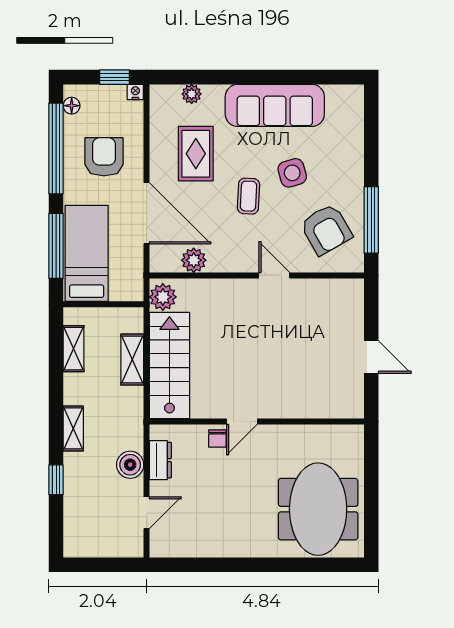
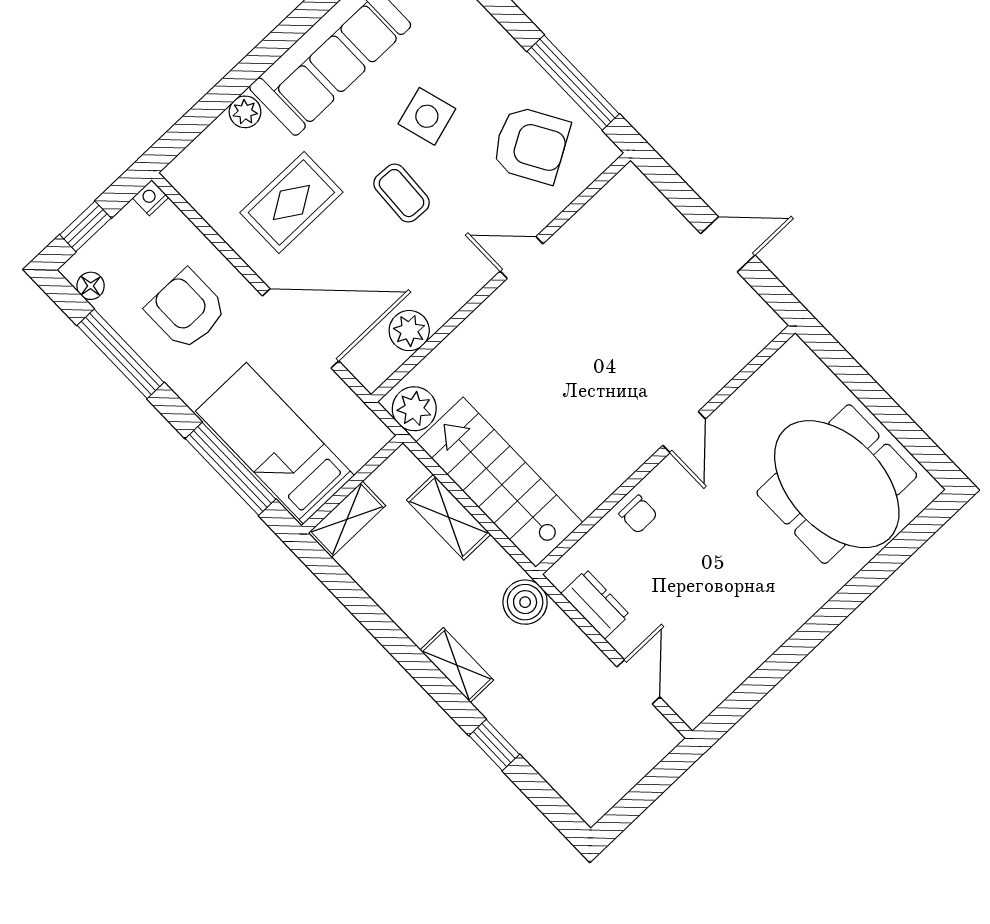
window: (114, 77) -> (85, 226), moved
plant: (192, 94) -> (245, 112), moved
window: (56, 148) -> (121, 354), width x0.68
rug: (196, 154) -> (291, 202), turned 90
shelving: (74, 349) -> (347, 519), moved, turned 90
door: (242, 422) -> (684, 432), moved
boiler: (130, 465) -> (525, 602), moved

